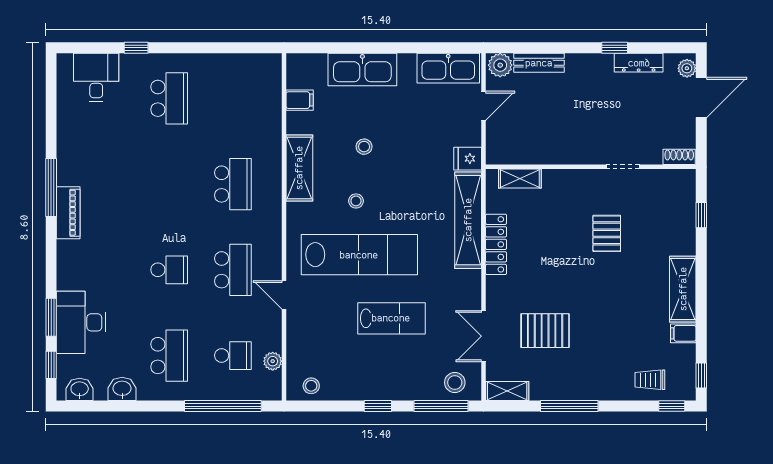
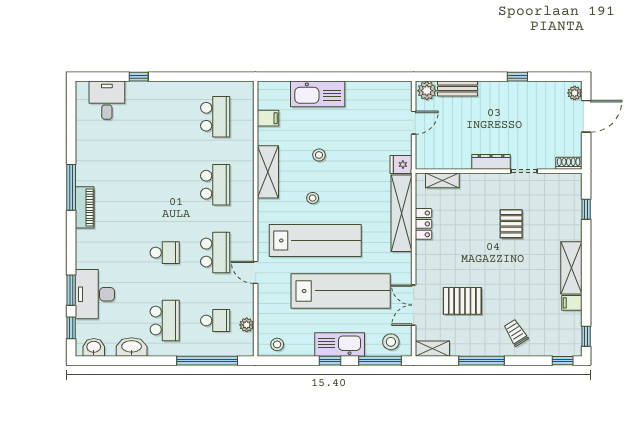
dresser: (639, 63) -> (491, 162), moved, turned 180
kitchen sink: (448, 68) -> (340, 344), moved, turned 180
school desk: (169, 98) -> (215, 117), moved
locker: (496, 244) -> (424, 224), width x0.66
lab bench: (391, 318) -> (341, 291), width x1.86, depth x1.39
trolley: (650, 380) -> (516, 333), moved, turned 58
washbasin: (122, 389) -> (132, 347), width x1.38

